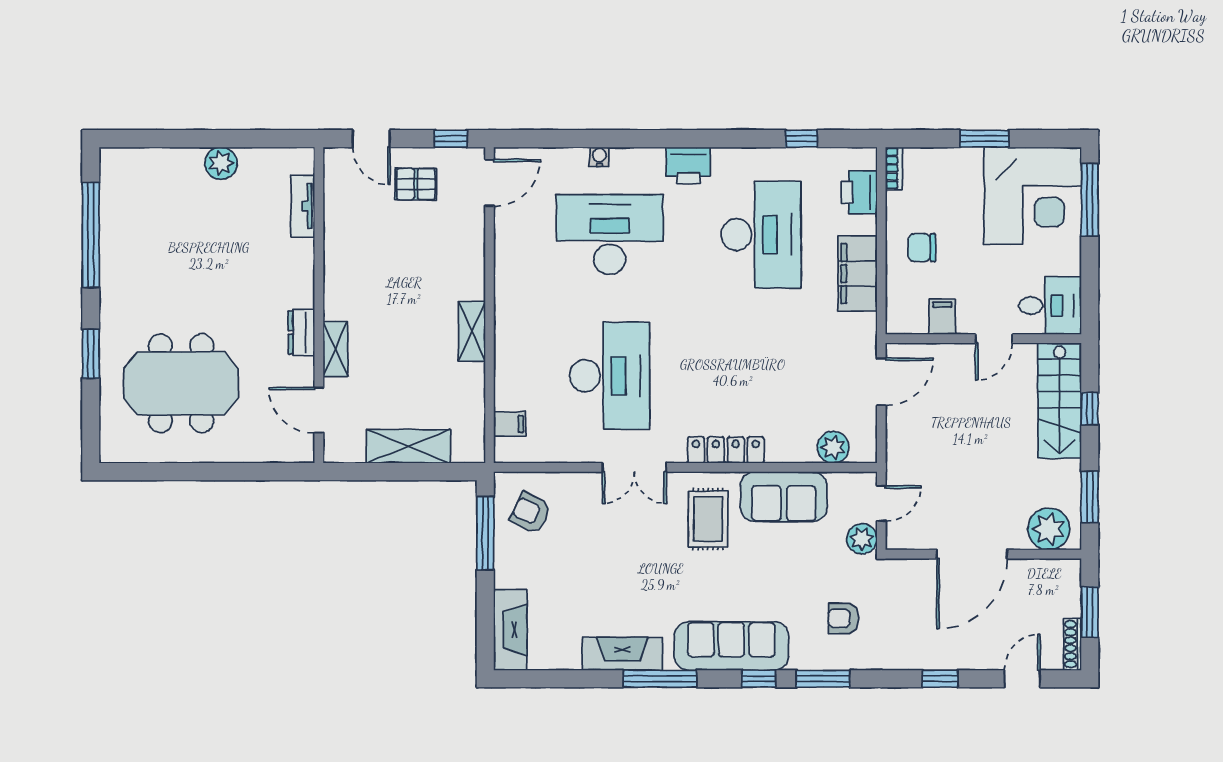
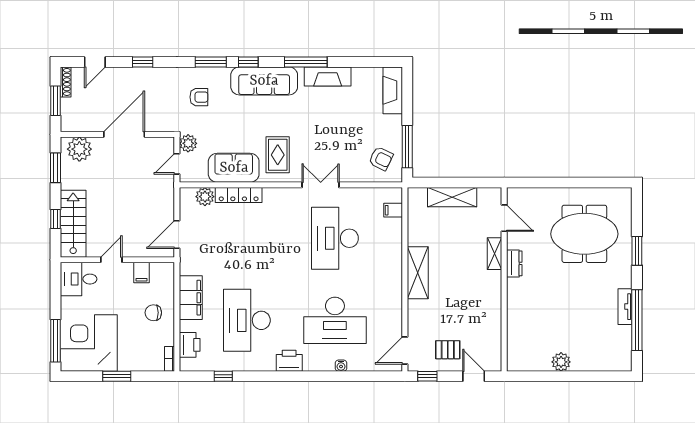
tv unit: (303, 206) -> (625, 307), moved, turned 180
chair: (922, 248) -> (153, 313), turned 180
shelving: (472, 331) -> (418, 273), width x1.50, depth x1.33
locker: (726, 450) -> (239, 195), moved

